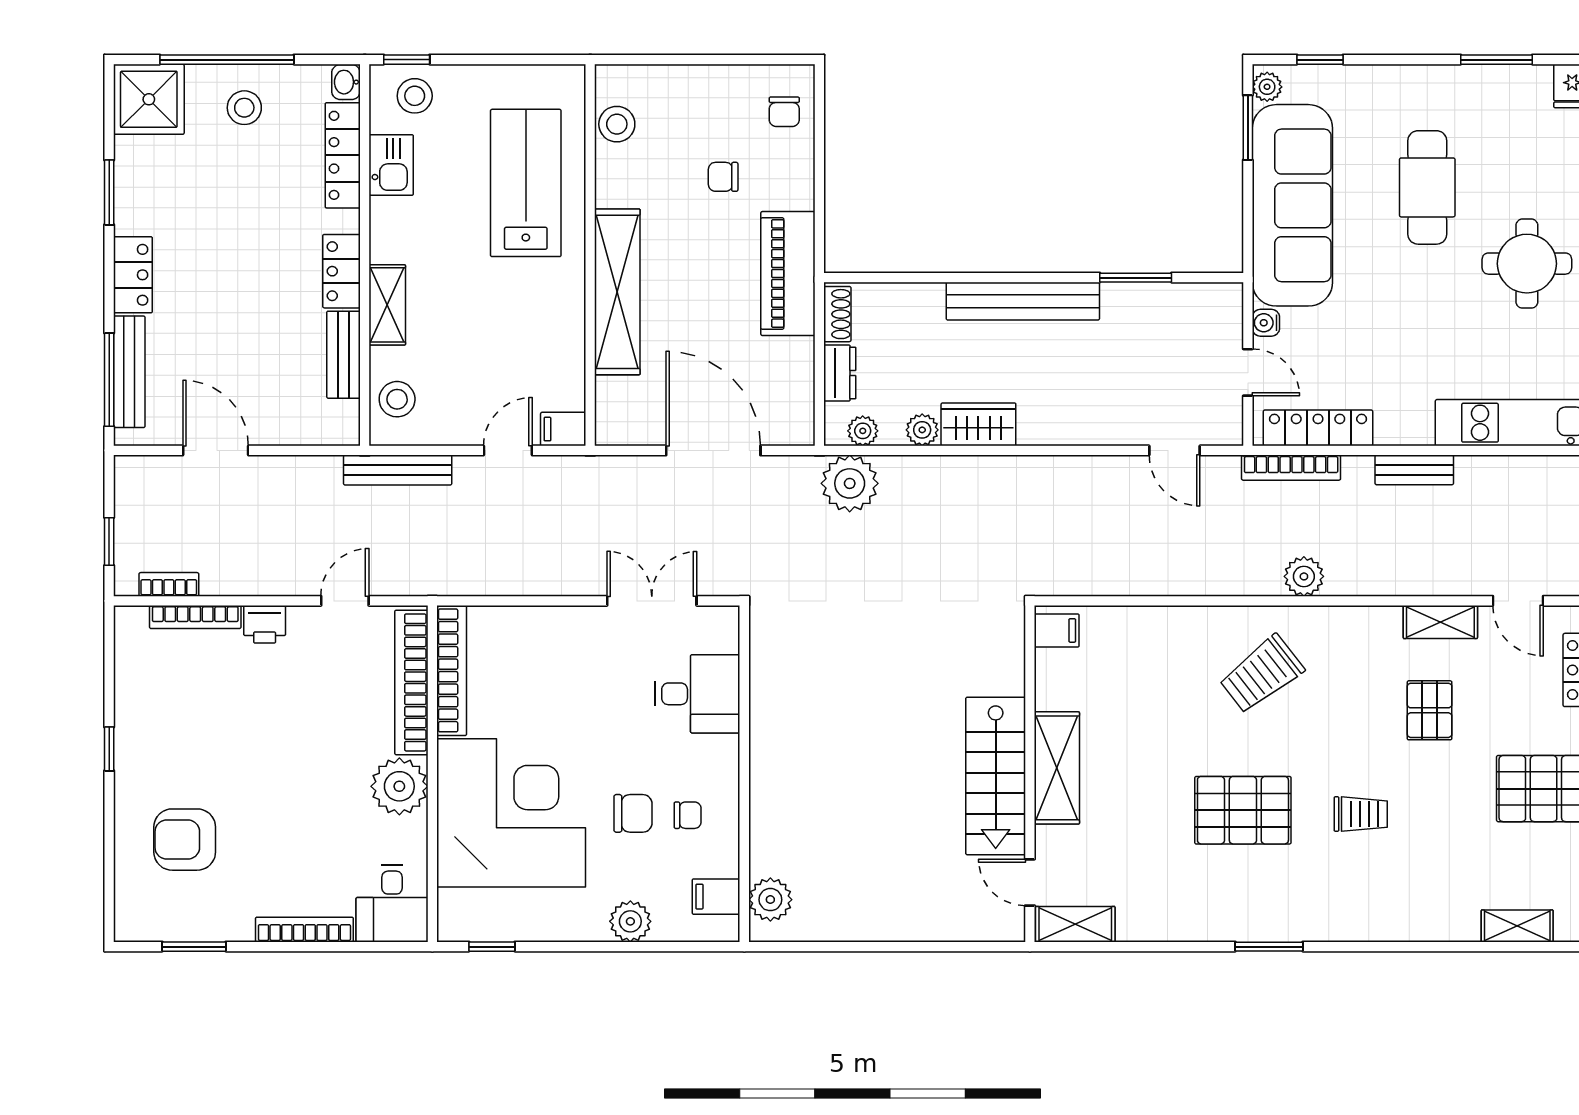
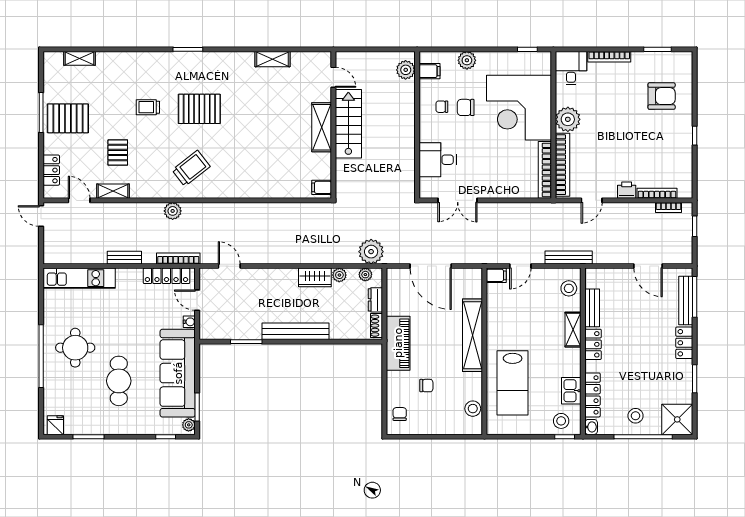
filing cabinet: (1057, 630) -> (322, 187), moved
shelving: (1057, 768) -> (322, 127), moved
wall: (1030, 774) -> (333, 125), moved
stairs: (996, 776) -> (348, 124), moved
door: (1030, 882) -> (333, 77), moved

